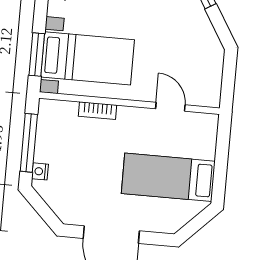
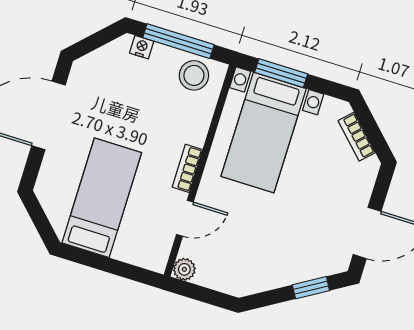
plant: (212, 98) -> (184, 269), added
bookcase: (98, 111) -> (187, 168), moved
stool: (54, 124) -> (194, 75), added

